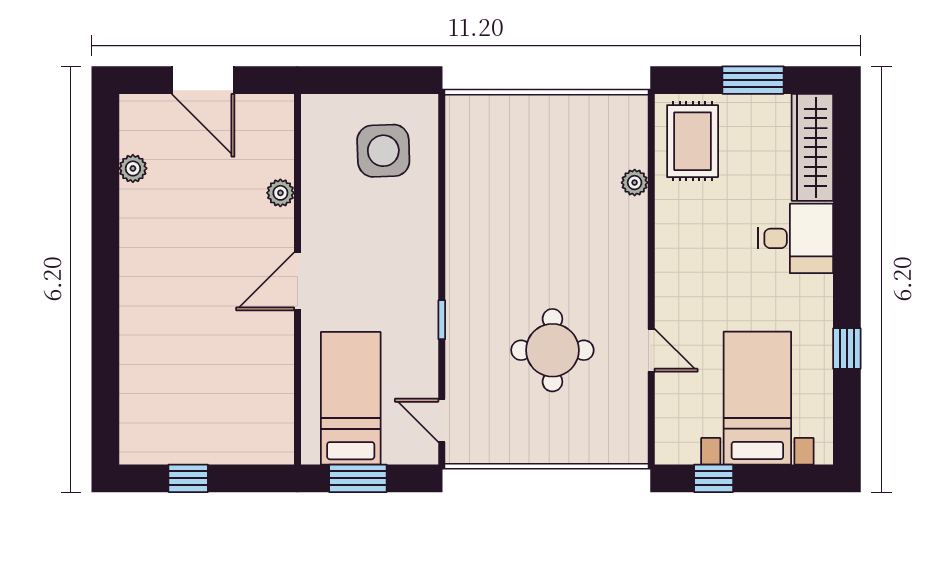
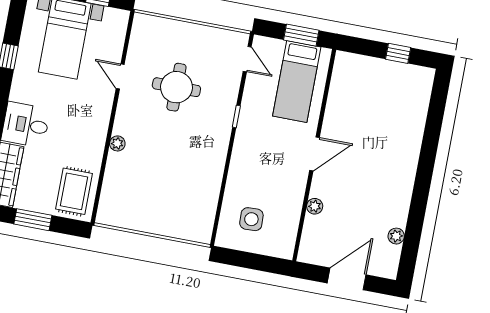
door: (203, 80) -> (347, 279), hinge flipped
side table: (383, 151) -> (251, 219), width x0.73, depth x0.73
plant: (635, 183) -> (117, 143), moved

